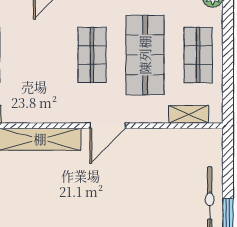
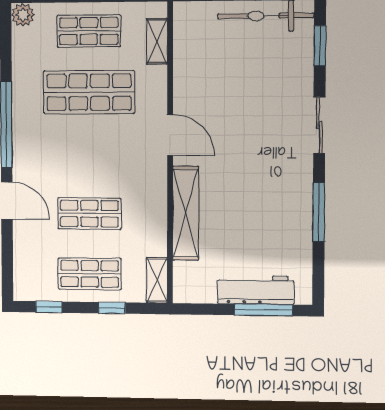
shop shelf: (92, 55) -> (89, 214), moved

